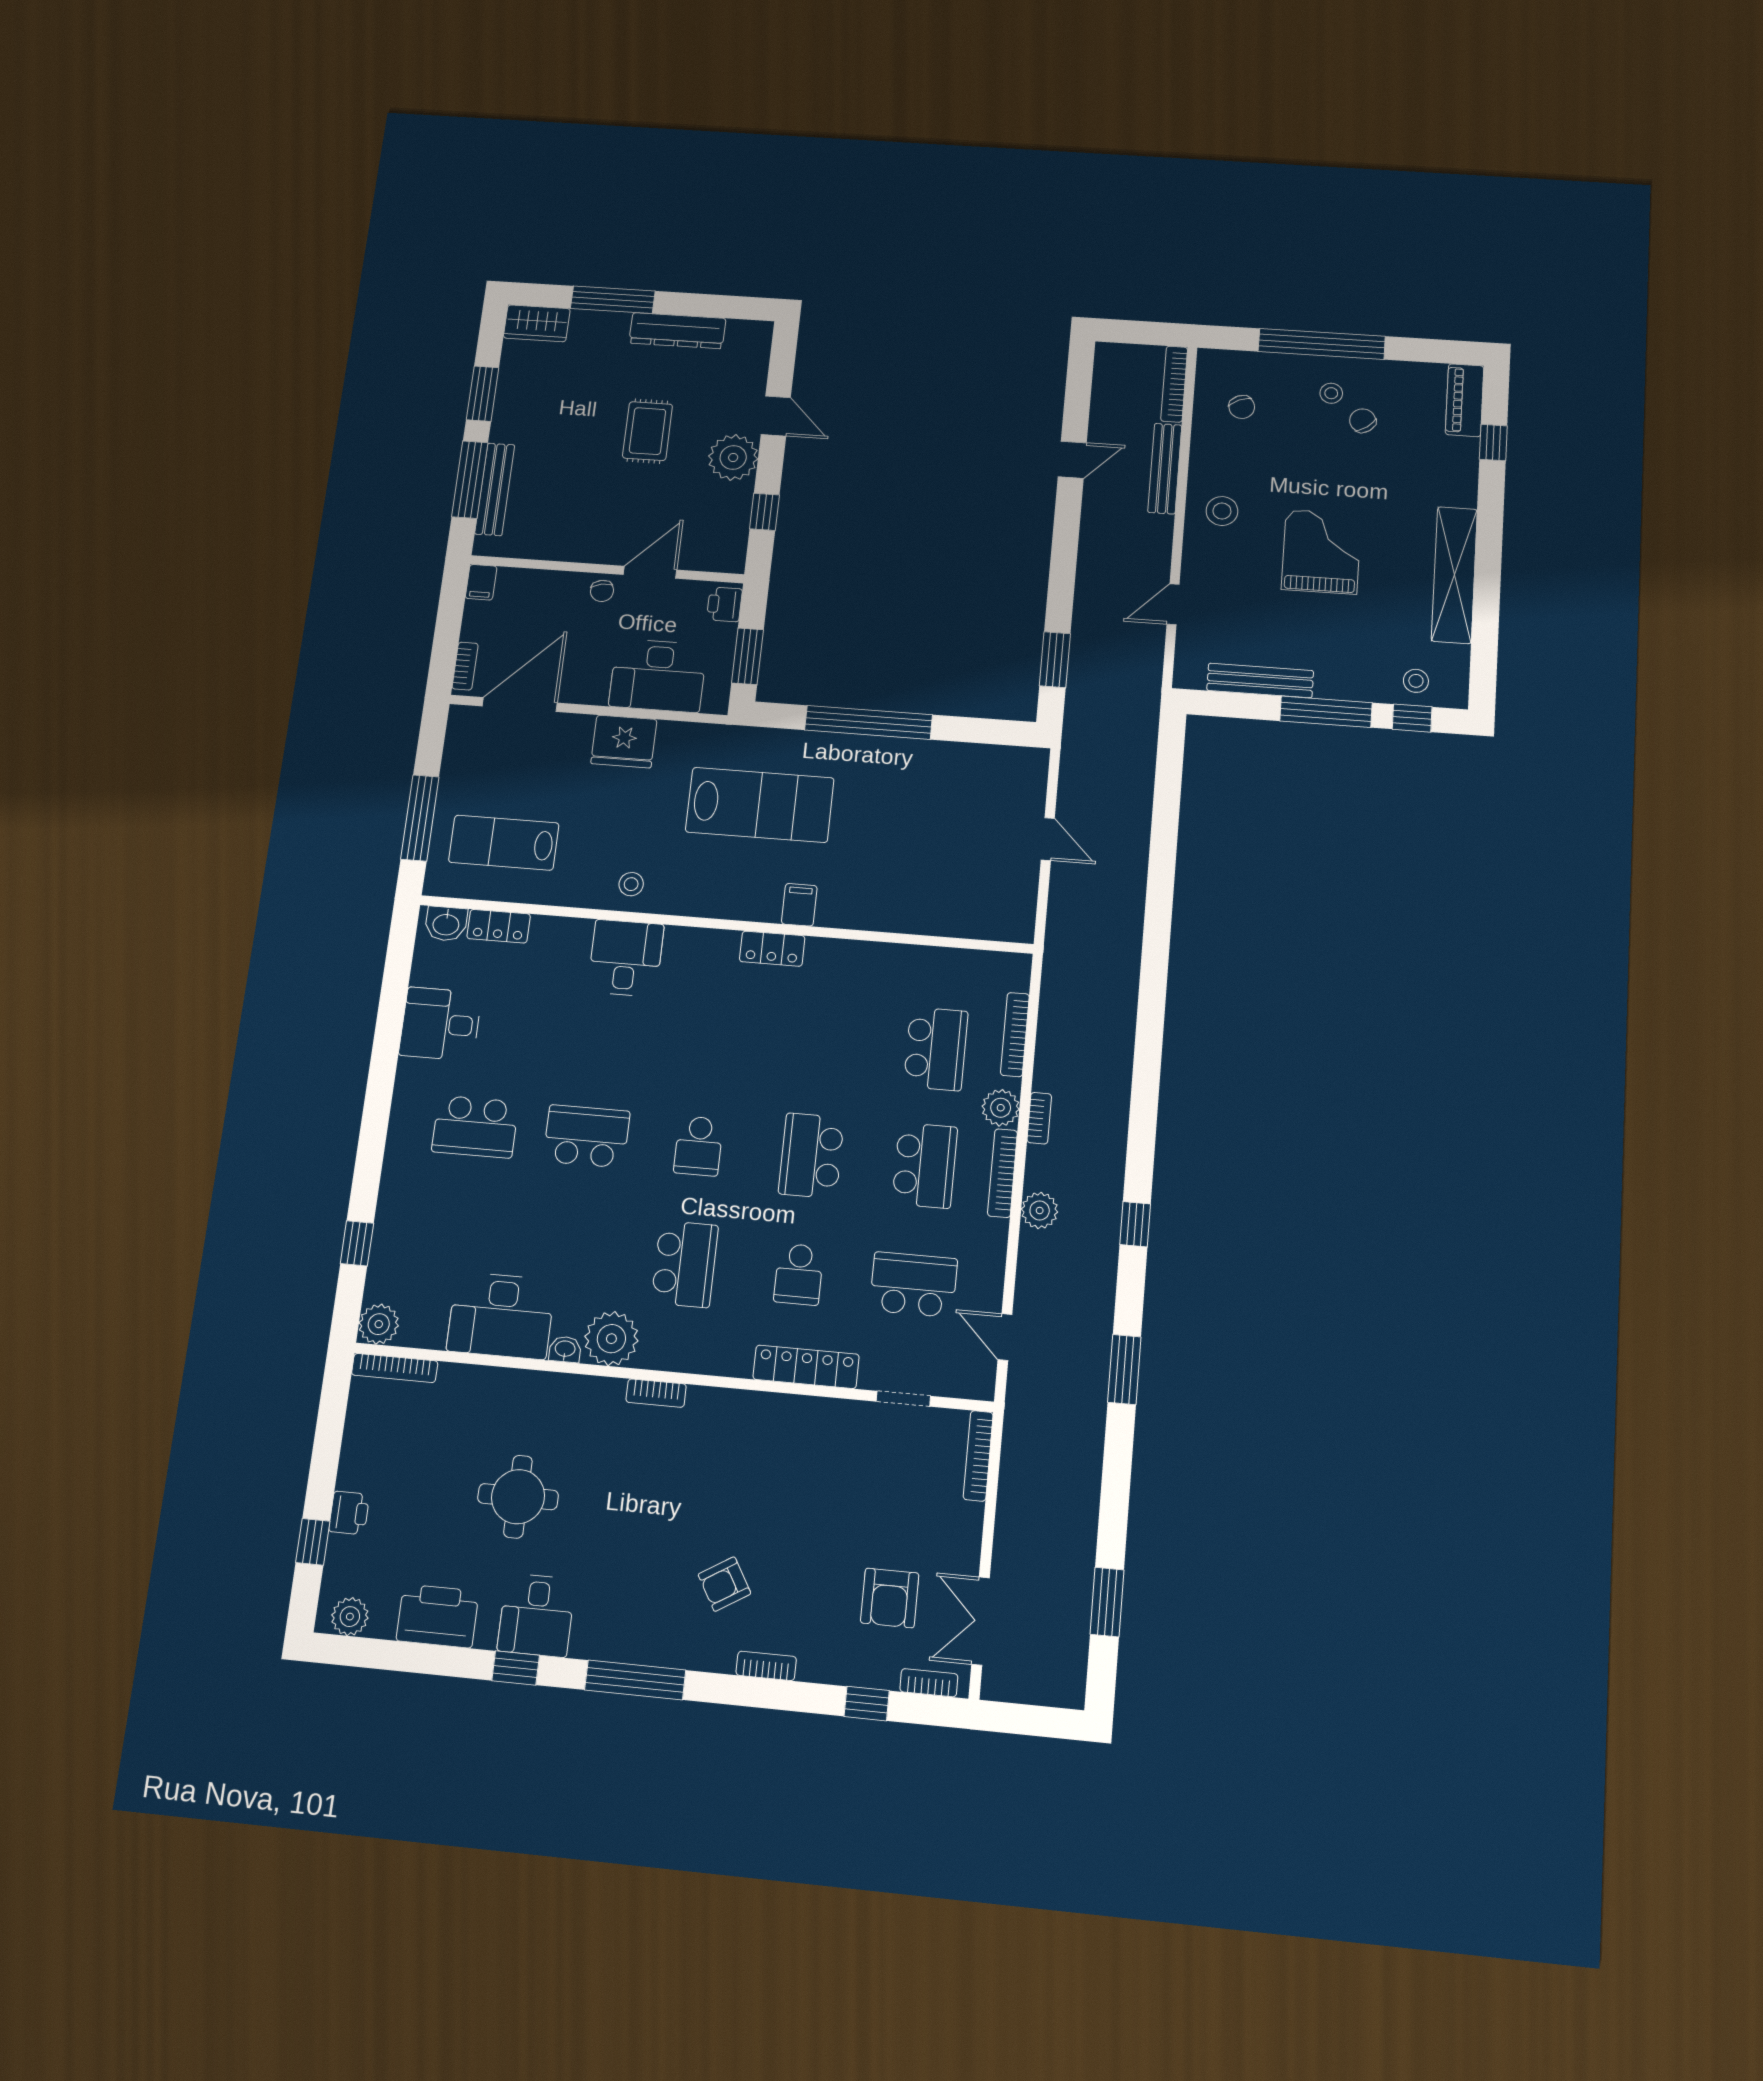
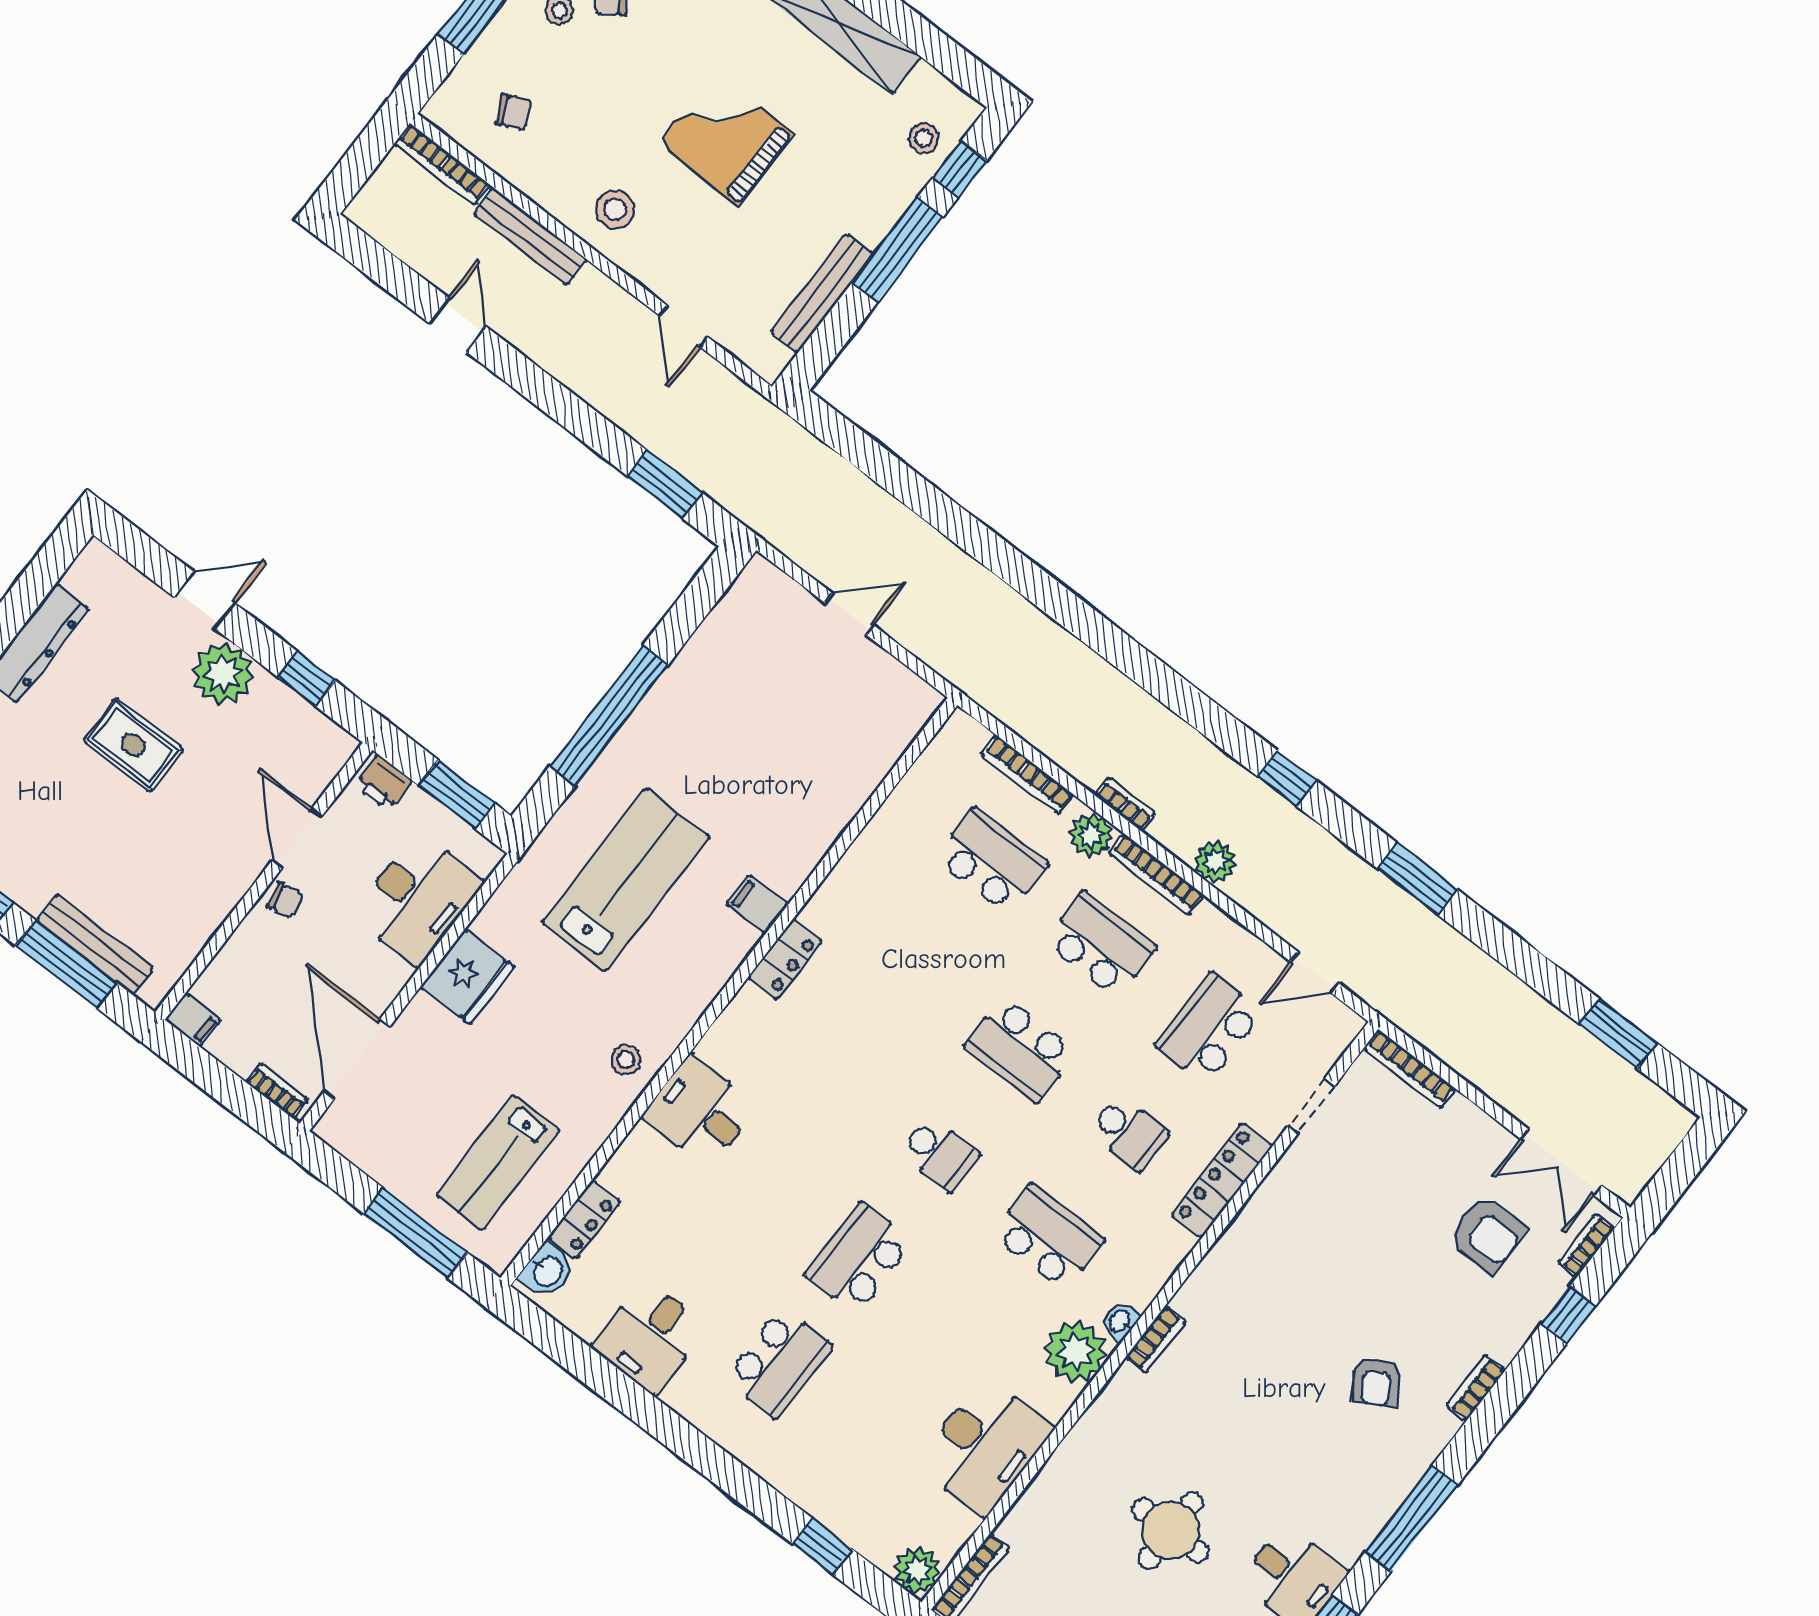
washbasin: (565, 1349) -> (1120, 1321), moved

